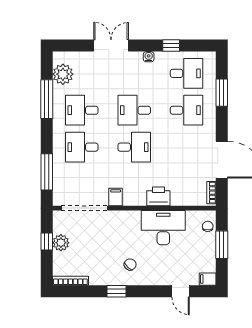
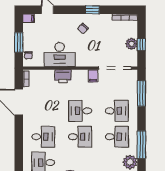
window: (222, 93) -> (19, 149), removed
desk: (187, 110) -> (43, 137), turned 180

